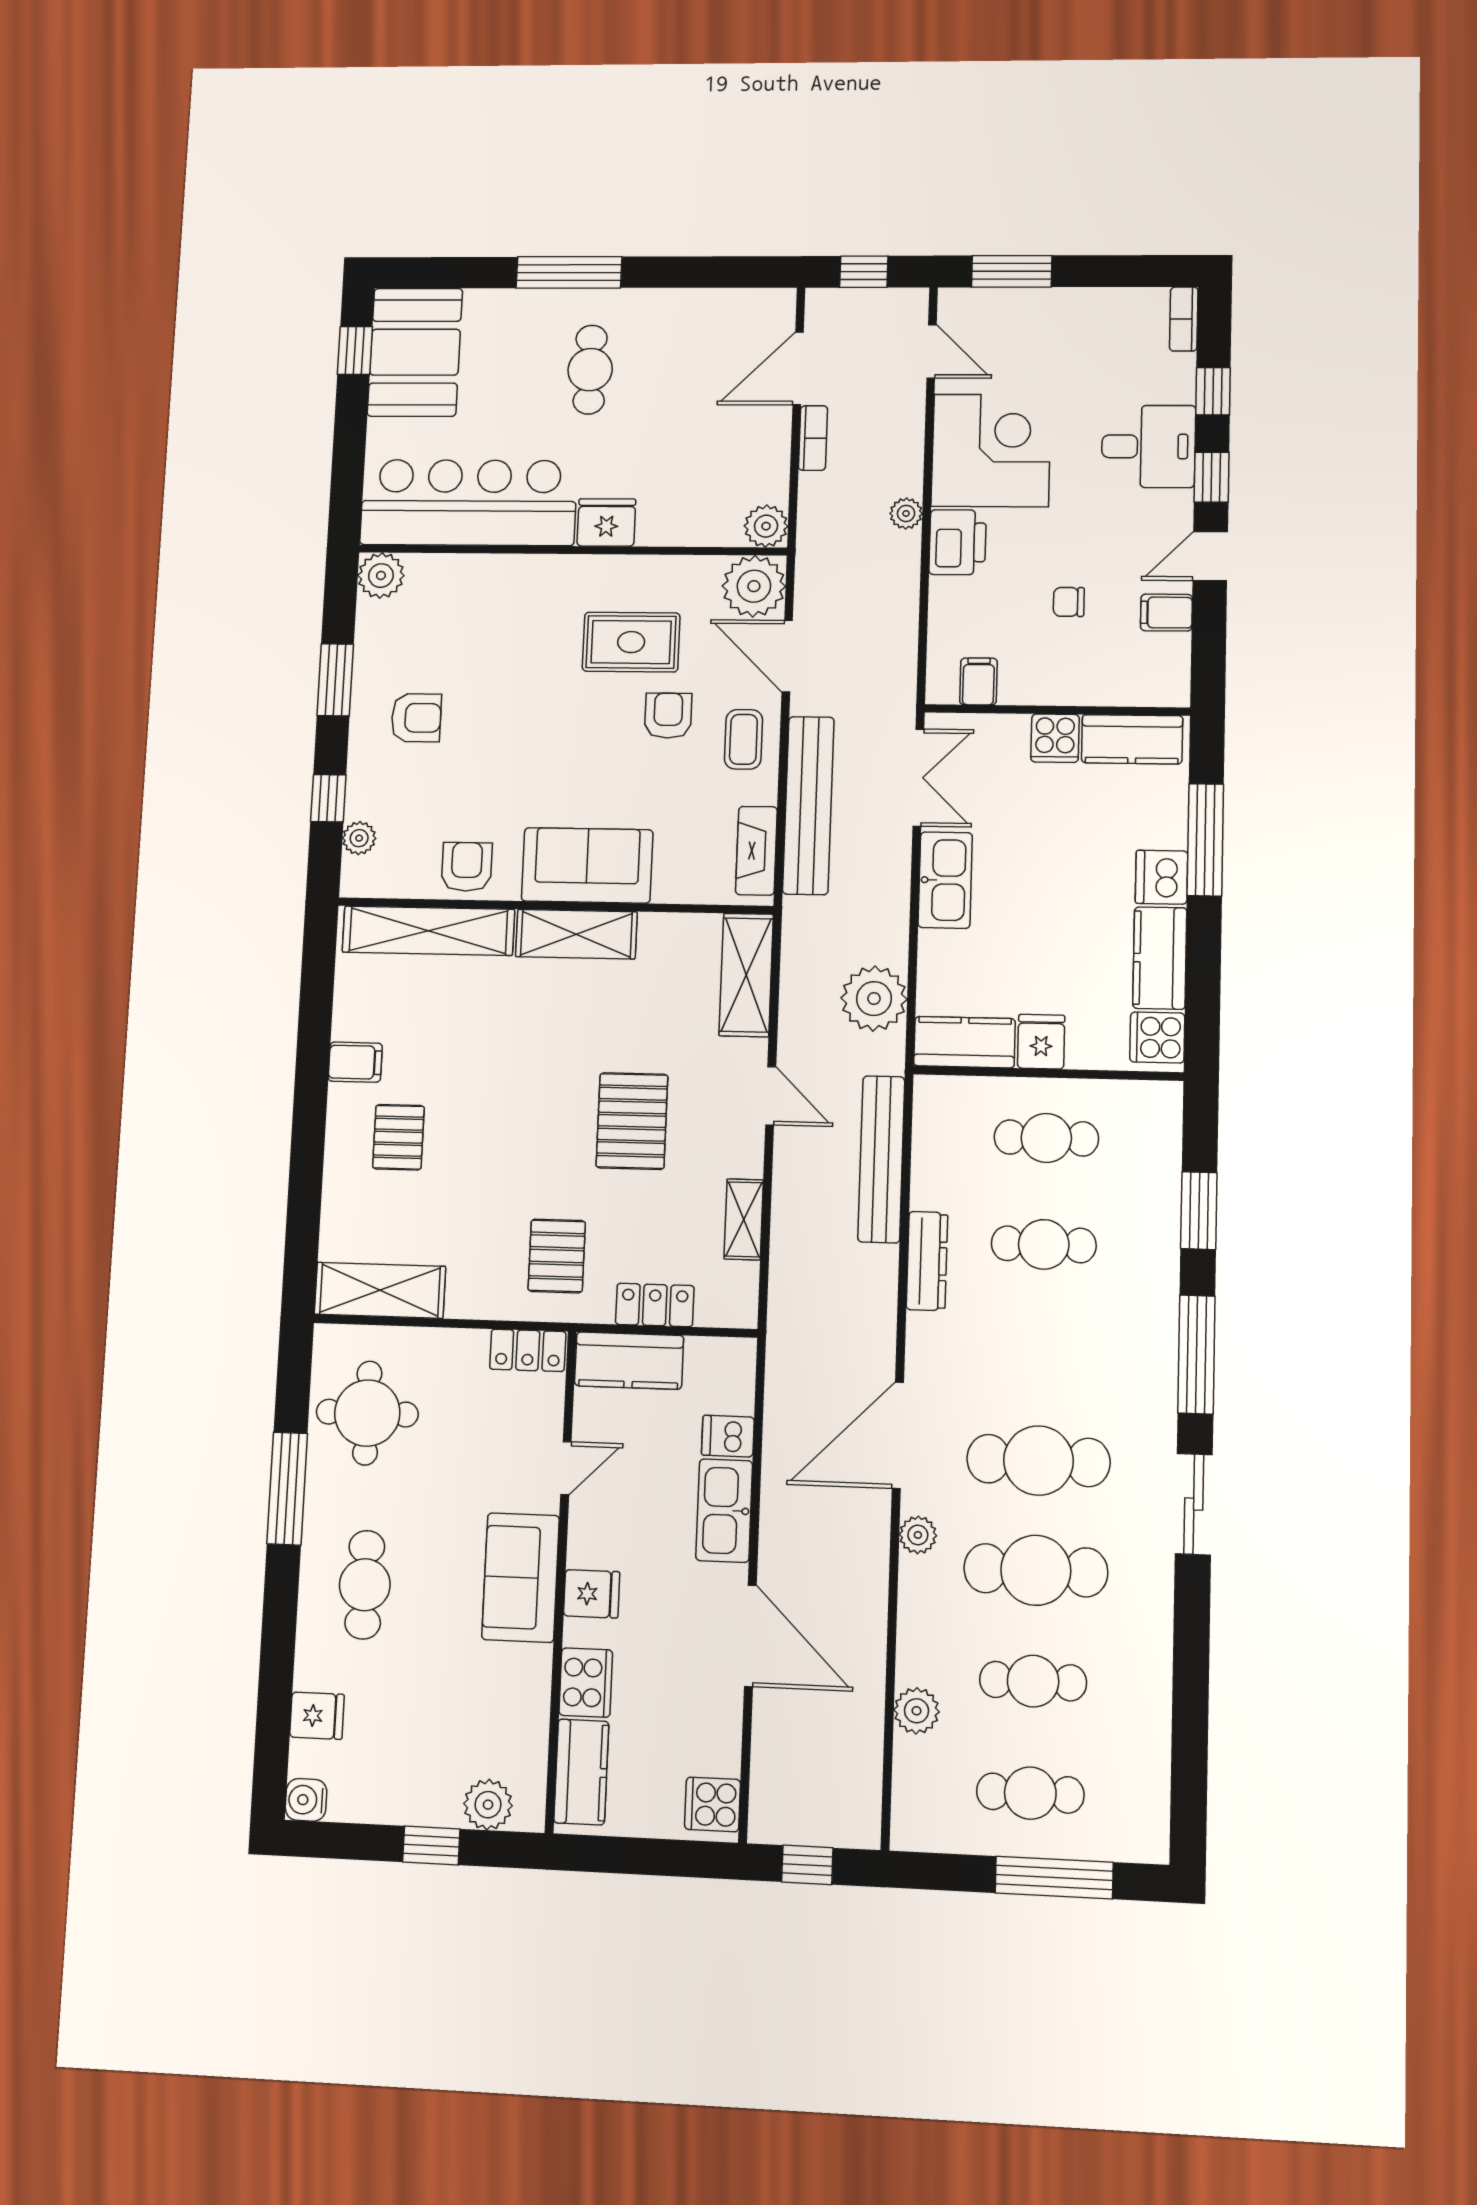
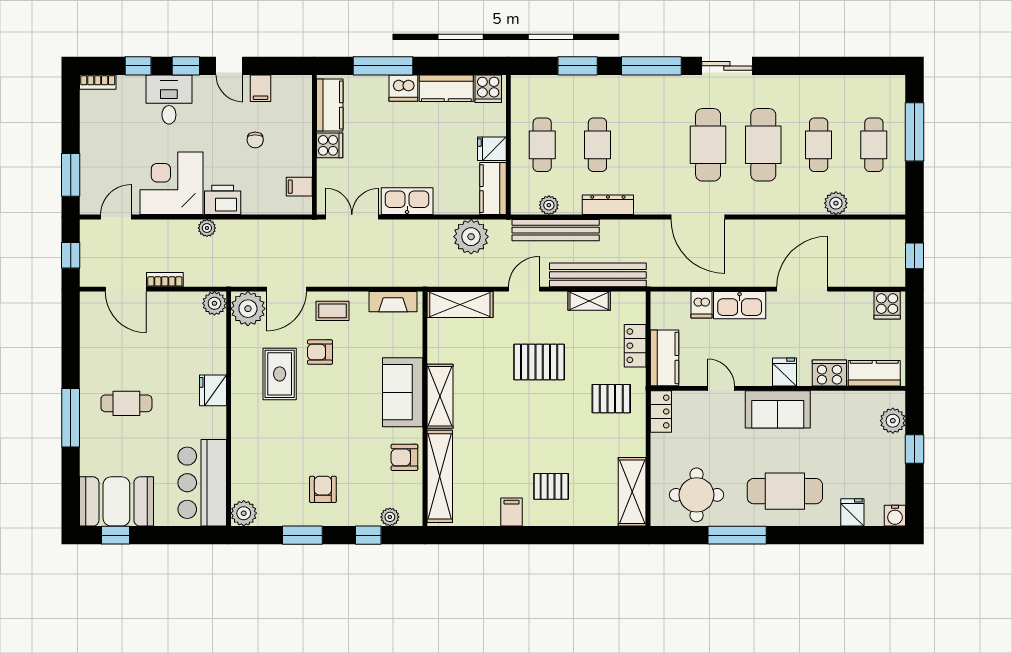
bar counter: (469, 503) -> (202, 483), width x0.73
bench: (808, 805) -> (598, 275), moved
plant: (918, 1535) -> (549, 205), moved
cafe table: (365, 1585) -> (785, 491), width x1.37, depth x1.35

